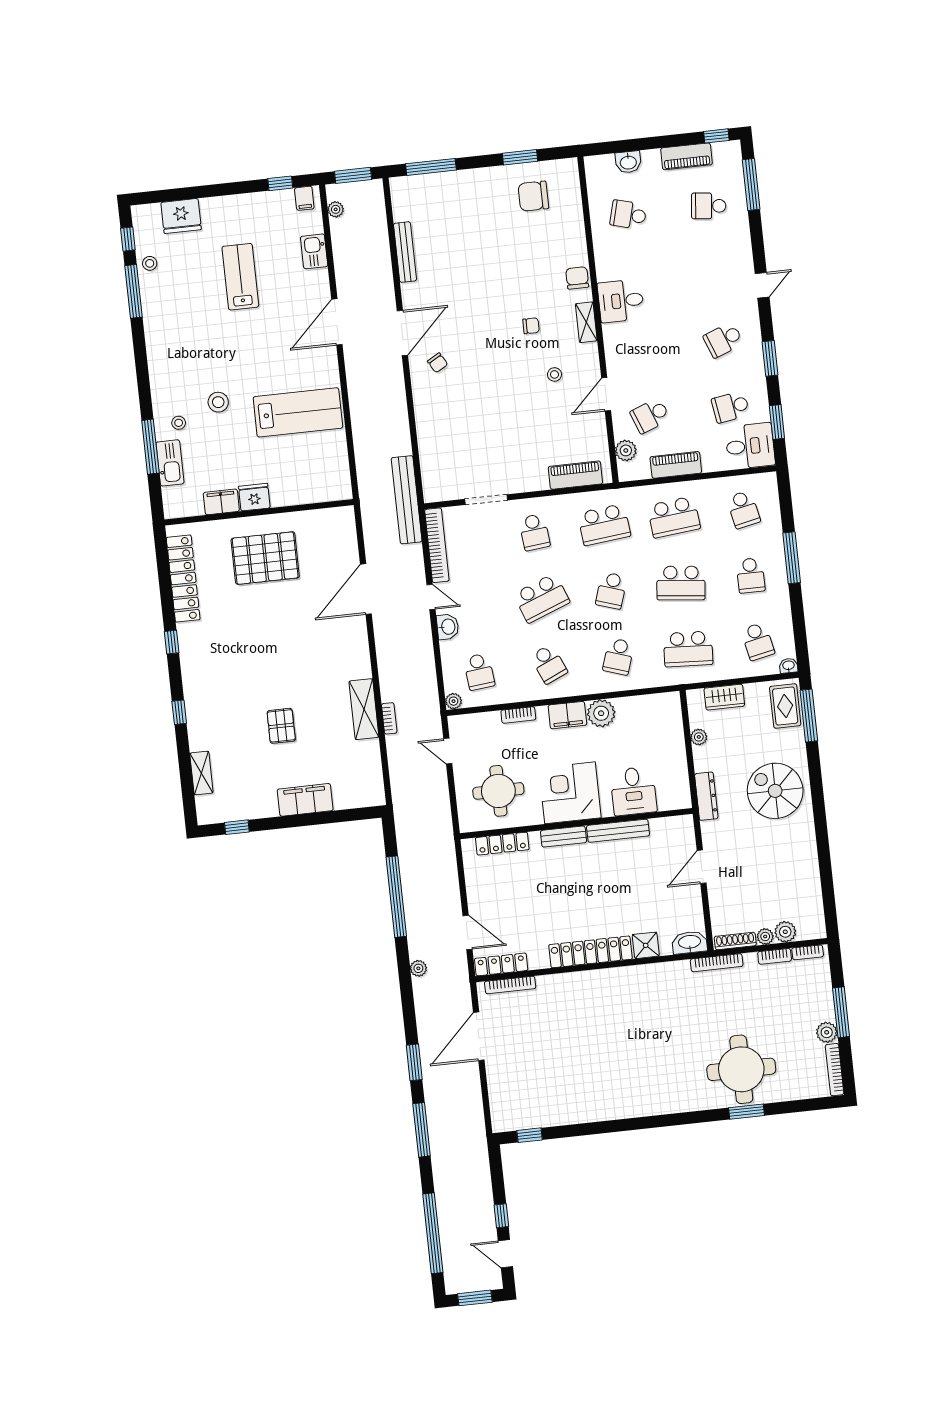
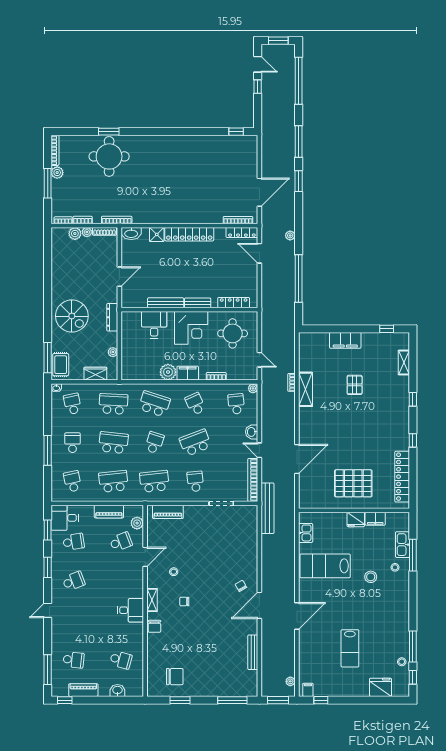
kitchen sink: (314, 251) -> (306, 533), moved
school desk: (618, 657) -> (154, 404), width x1.85

